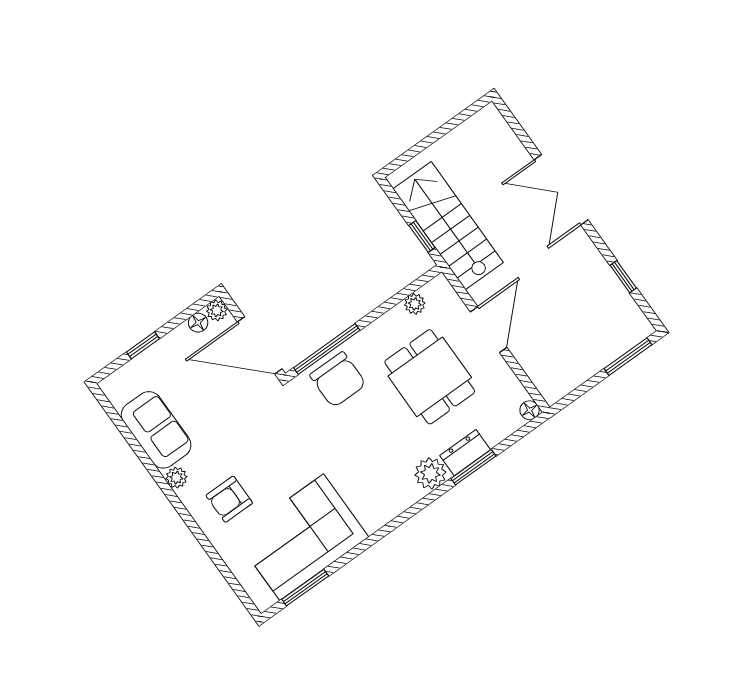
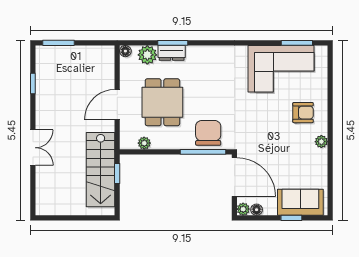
double door: (561, 190) -> (33, 148), width x0.73
sofa: (156, 430) -> (300, 202), moved, turned 90
plant: (430, 473) -> (147, 55), moved

